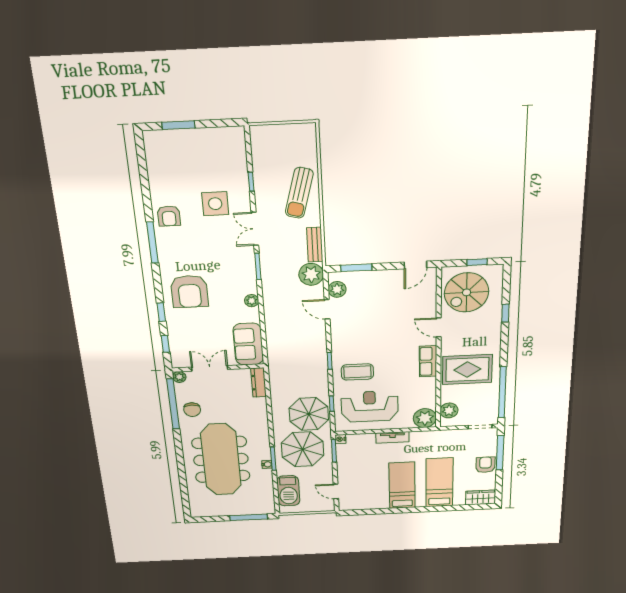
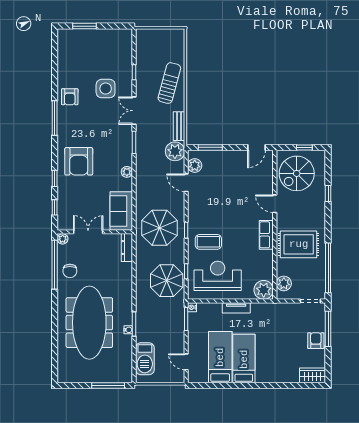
sun lounger: (299, 193) -> (169, 83), turned 180
parasol: (303, 449) -> (160, 228), moved
bed: (439, 482) -> (220, 357), moved

